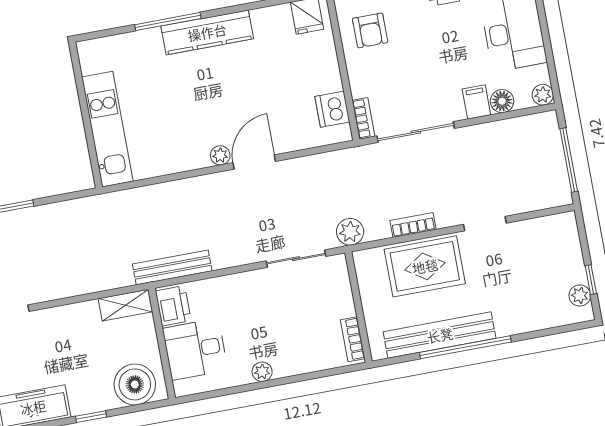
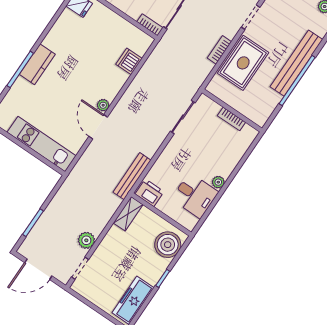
kitchen counter: (207, 32) -> (37, 64), width x0.67
dishwasher: (332, 109) -> (129, 61), moved, turned 90
door: (254, 162) -> (98, 127), moved
plant: (350, 232) -> (86, 240), moved
bench: (440, 335) -> (296, 63), moved
bookcase: (353, 339) -> (231, 119), moved
desk: (195, 349) -> (195, 196), moved, turned -90

